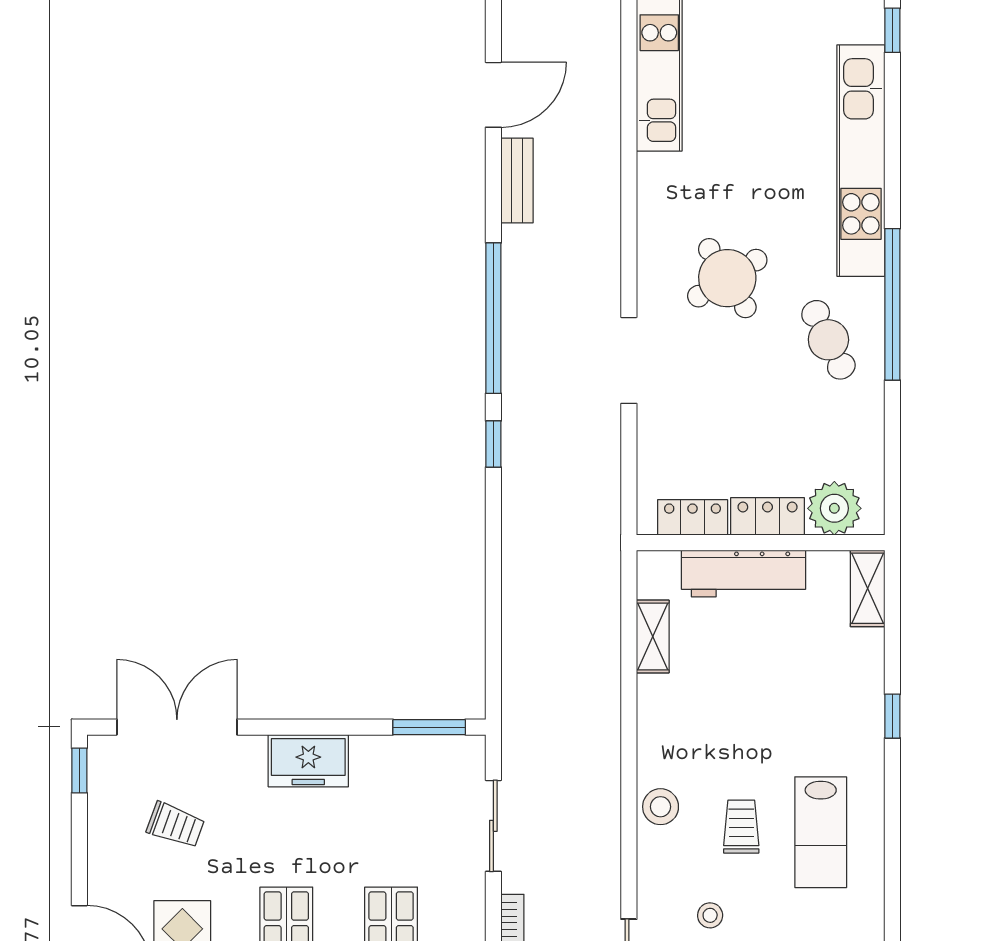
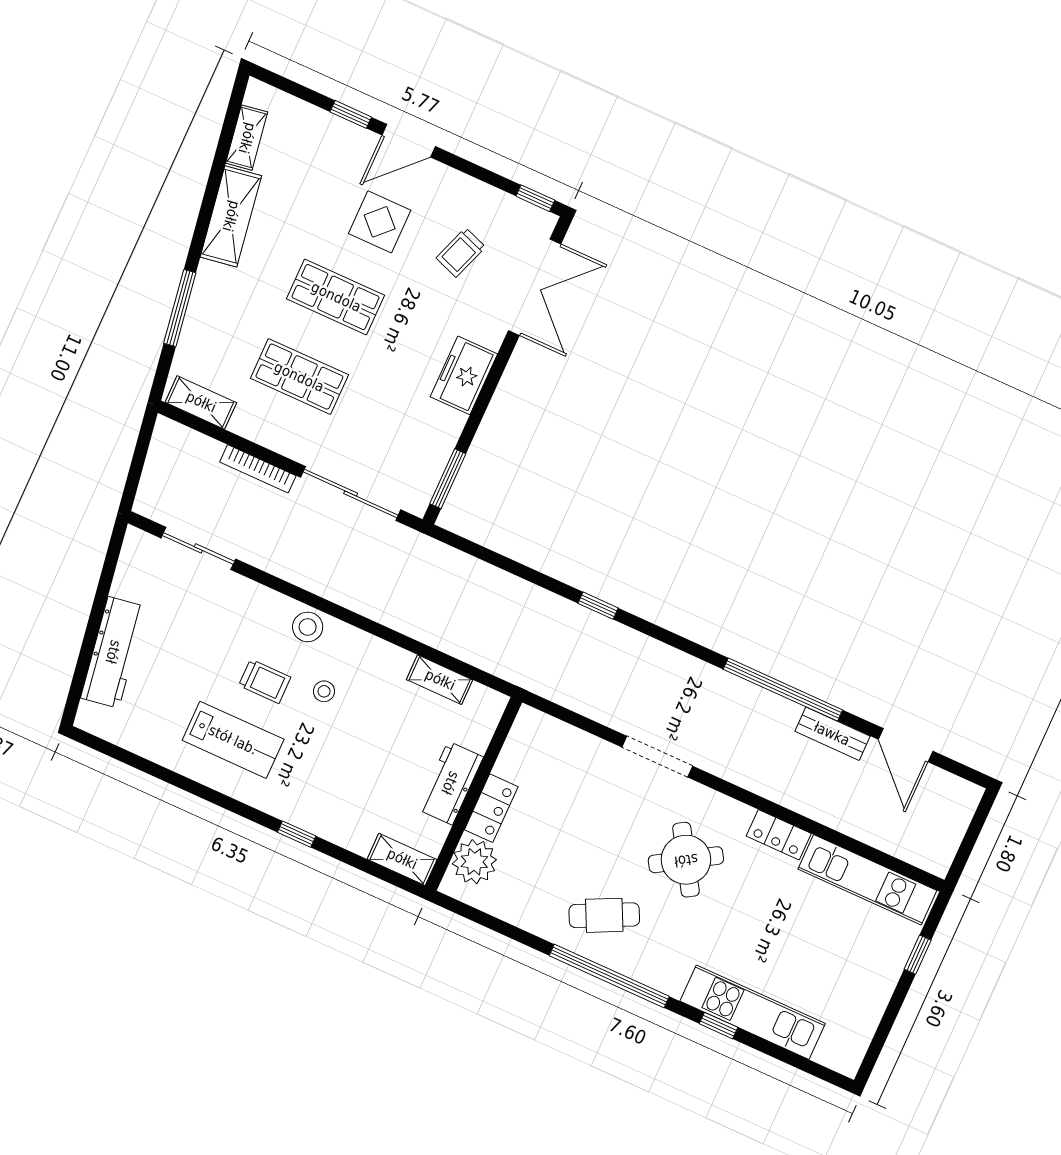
window: (892, 30) -> (719, 1026), moved
kitchen unit: (861, 161) -> (753, 1012), width x0.73
window: (493, 318) -> (783, 690), moved
window: (493, 444) -> (598, 606), moved
locker: (693, 517) -> (779, 835), moved, turned 90
workbench: (743, 573) -> (450, 783), width x0.73
sliding door: (493, 826) -> (351, 493), width x1.37
lab bench: (821, 832) -> (233, 740), turned 180
stool: (710, 915) -> (324, 691), moved

